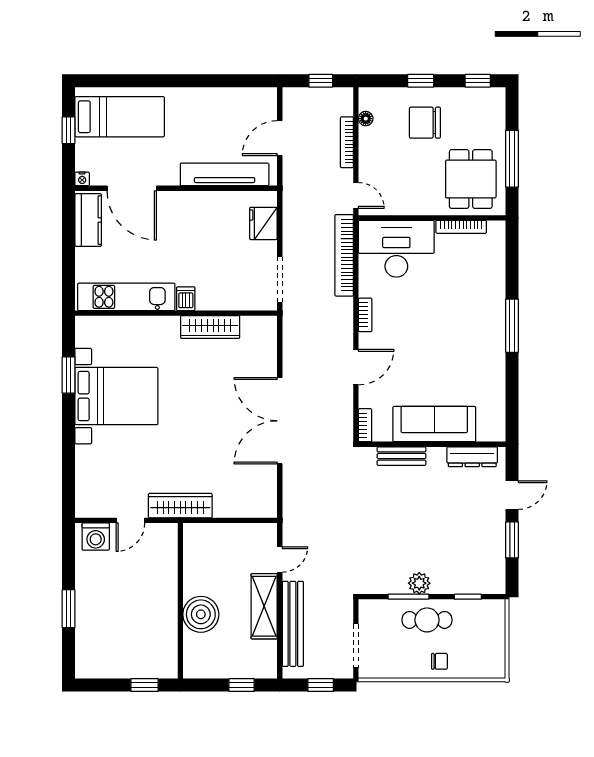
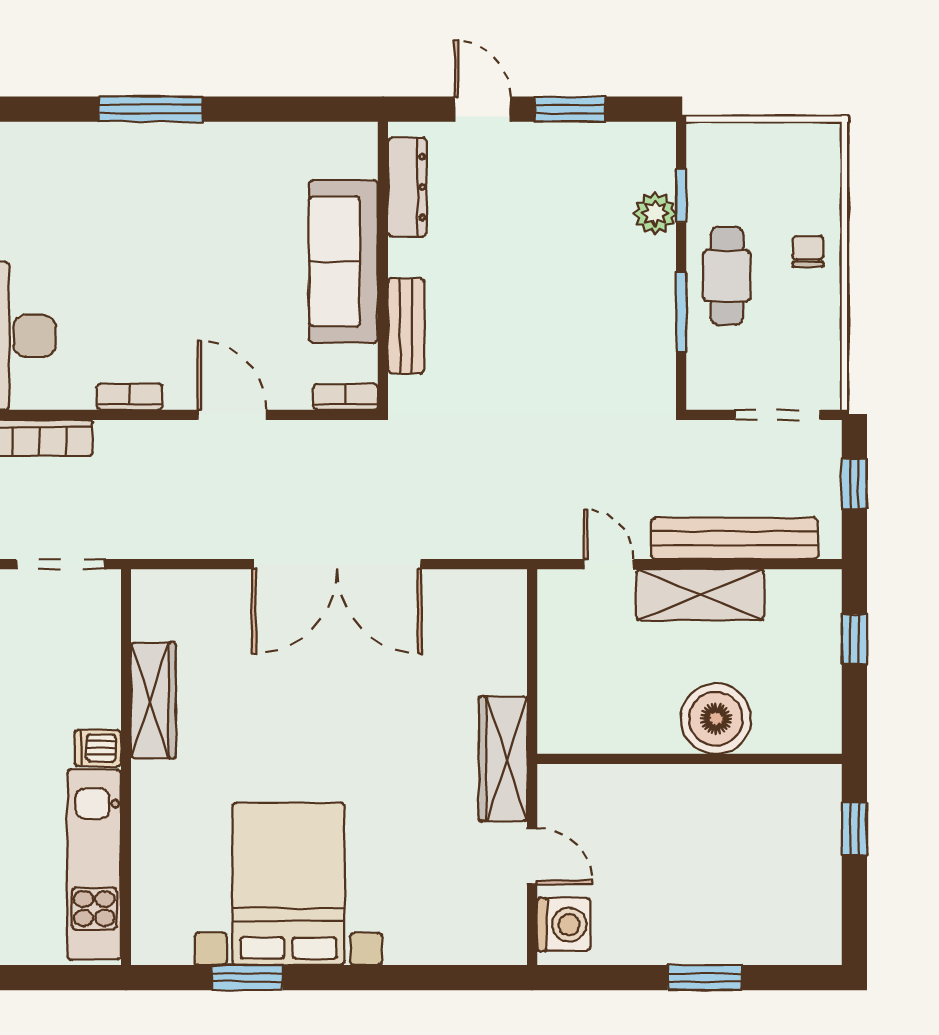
plant: (419, 583) -> (655, 213), moved

